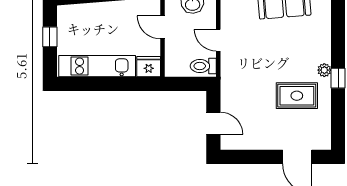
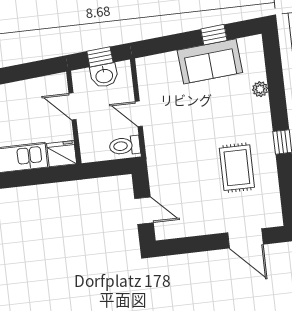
plant: (324, 70) -> (260, 89), moved
rug: (297, 96) -> (237, 168), turned 90

